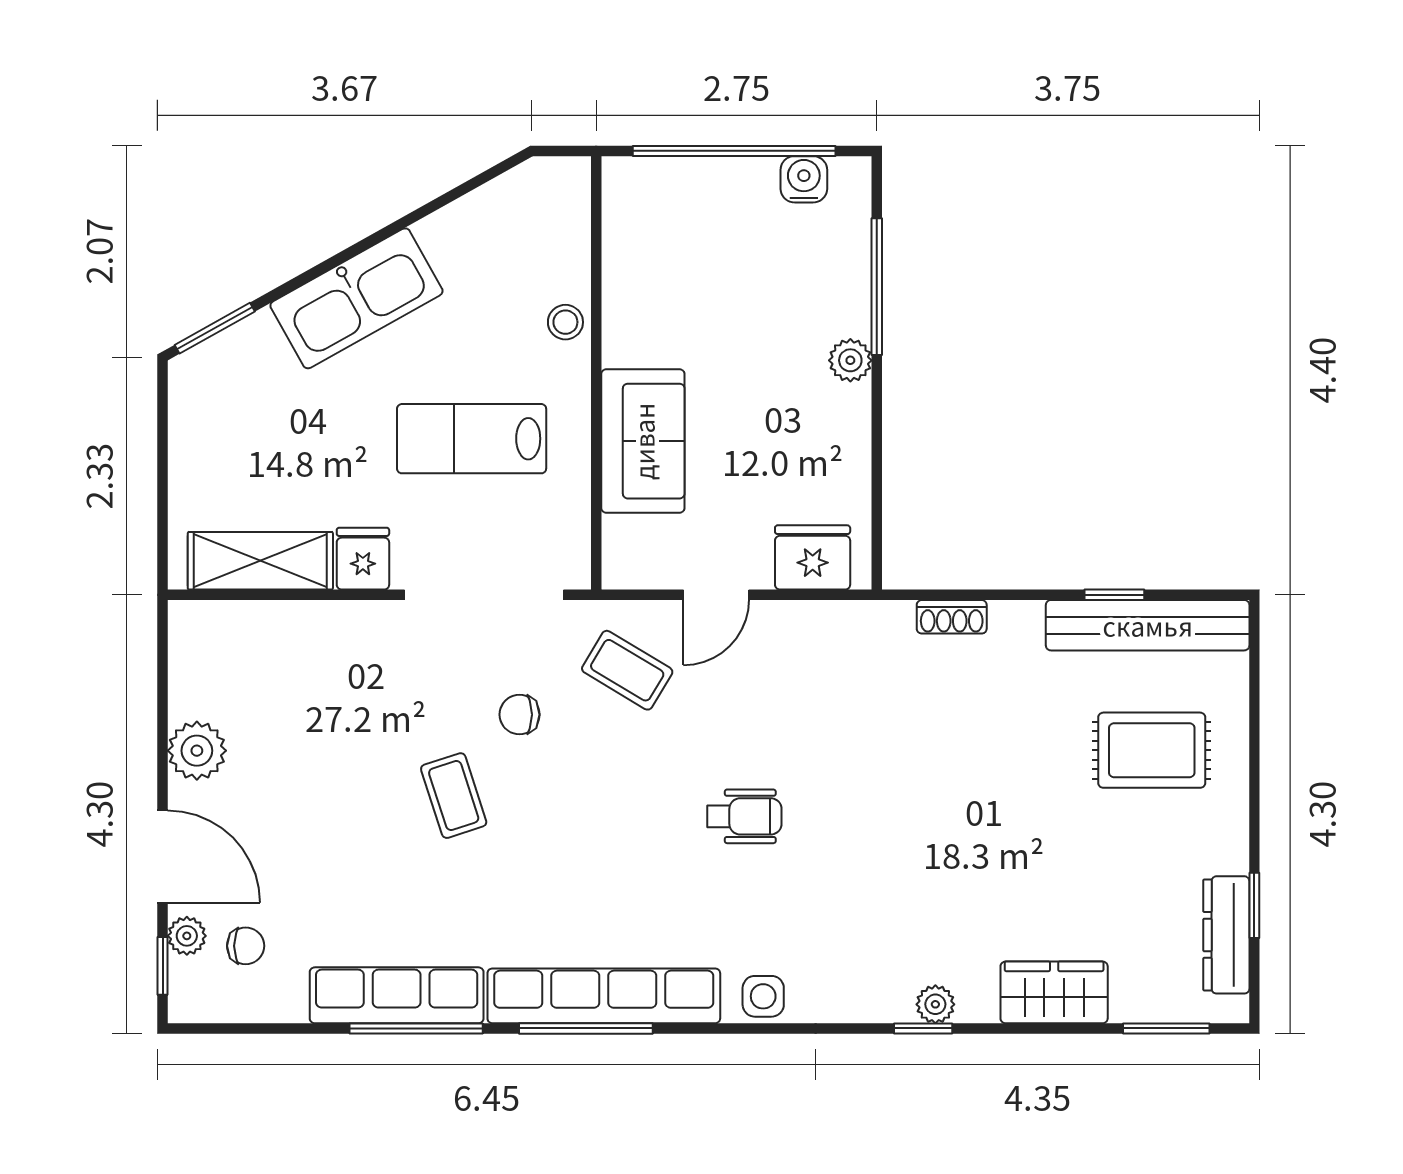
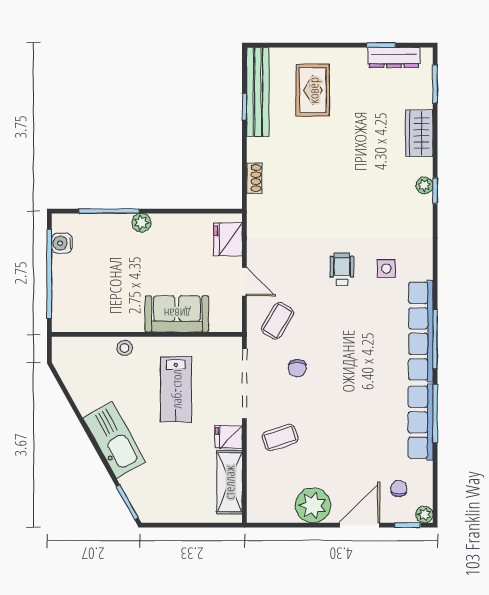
plant: (197, 751) -> (313, 505), width x1.36, depth x1.36
coffee table: (454, 796) -> (280, 437), moved
plant: (187, 936) -> (424, 514), moved
side table: (763, 996) -> (386, 268), moved

